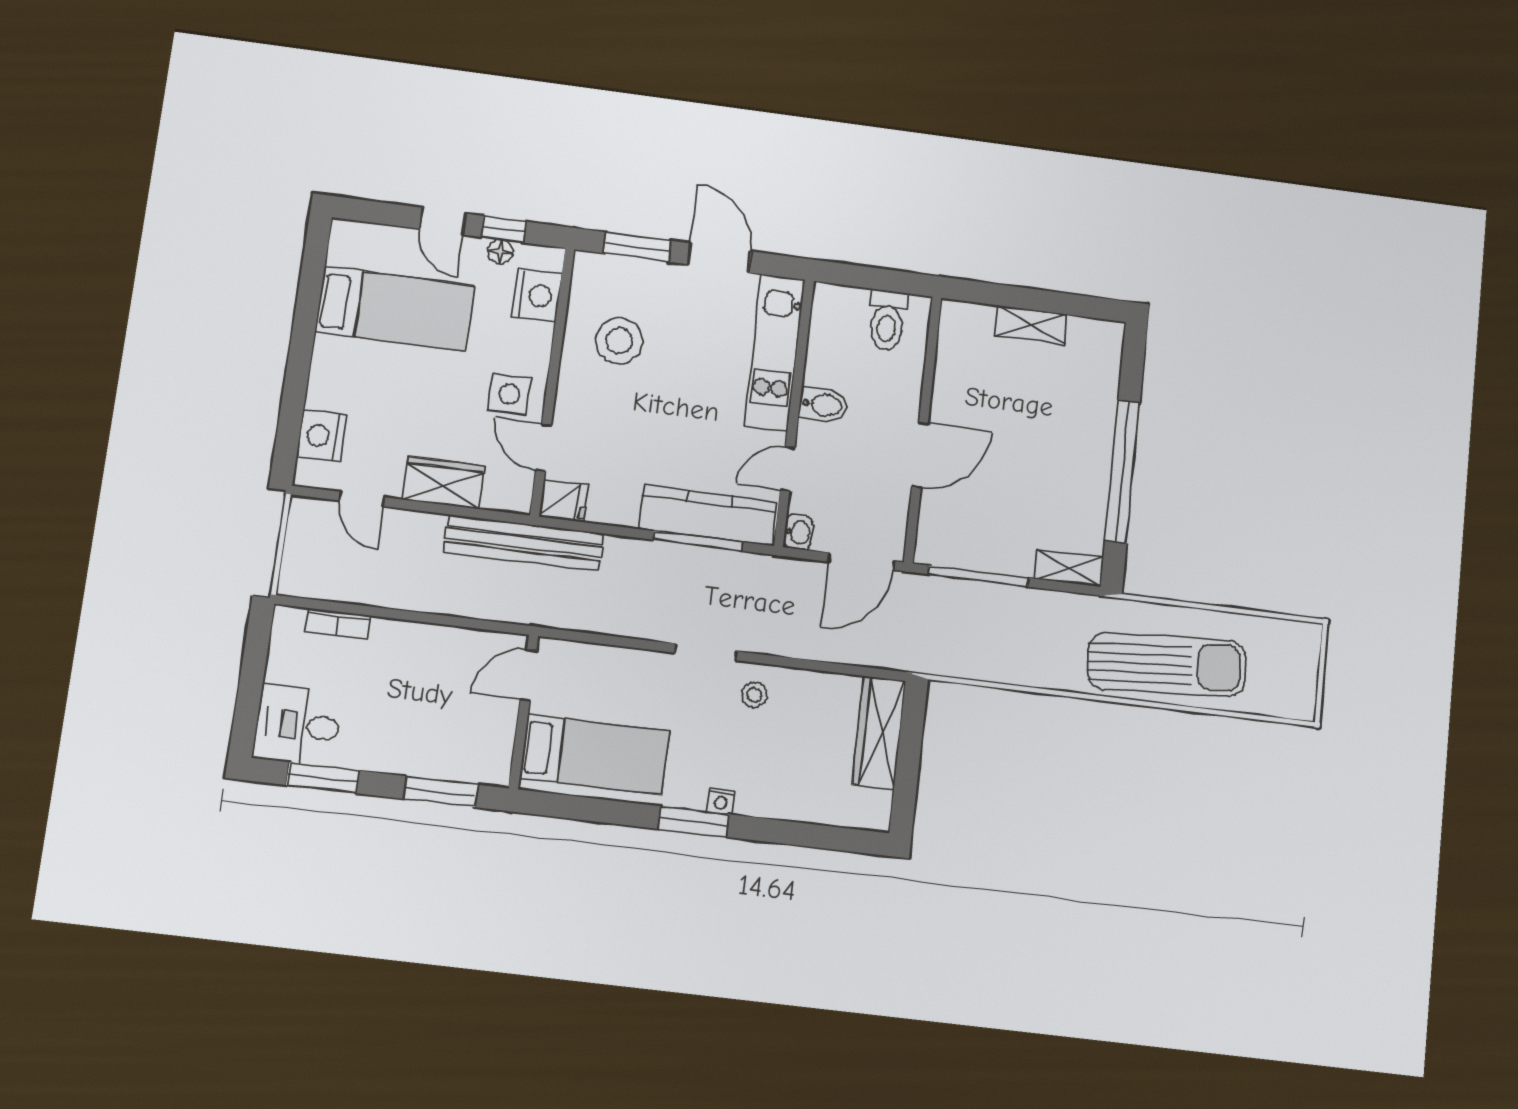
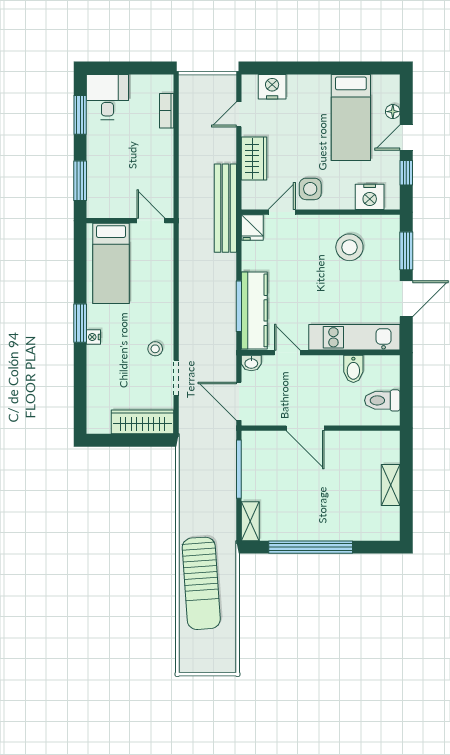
floor lamp: (500, 252) -> (393, 112), moved
bidet: (823, 405) -> (353, 369), moved
doorway: (706, 652) -> (176, 378), moved

